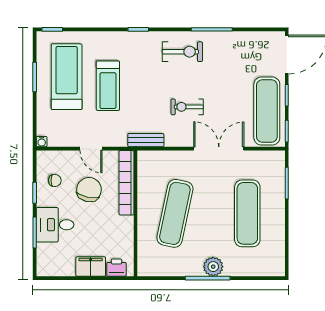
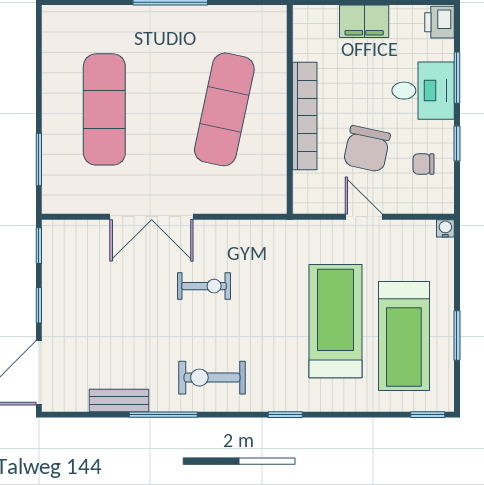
treadmill: (108, 86) -> (335, 321), width x1.37, depth x1.38
exercise mat: (267, 111) -> (72, 279), removed
bench: (146, 140) -> (119, 400), moved
bookcase: (126, 183) -> (305, 116), moved
plant: (213, 267) -> (161, 21), removed
printer: (116, 268) -> (440, 22), moved, turned 90

